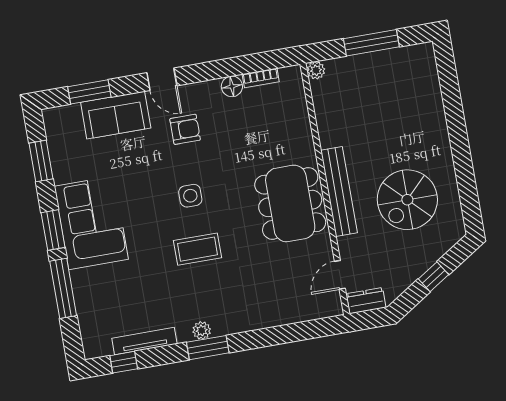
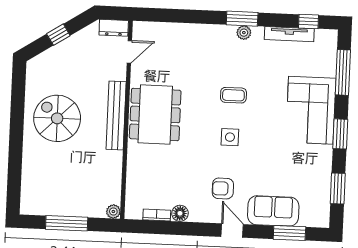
spiral stairs: (407, 200) -> (57, 118), moved, turned -90
corner sofa: (91, 223) -> (311, 110), moved
coffee table: (197, 249) -> (233, 95), width x0.73, depth x0.77
window: (63, 288) -> (343, 72), moved

